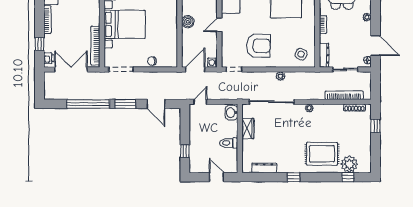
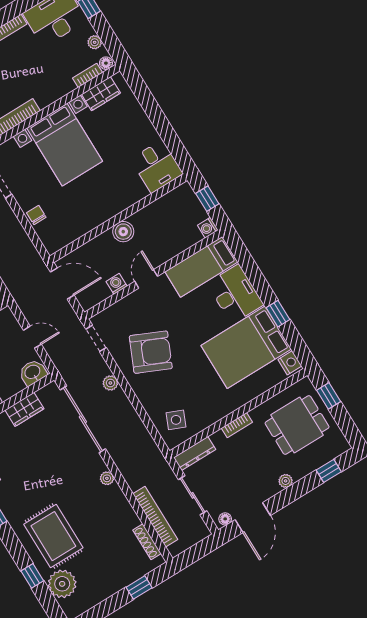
door: (219, 25) -> (146, 279), hinge flipped
armchair: (258, 46) -> (151, 352), turned -68
washing machine: (213, 63) -> (117, 284), moved
plant: (280, 76) -> (110, 383), moved
door: (200, 102) -> (32, 337), moved
window: (348, 177) -> (32, 576), moved

